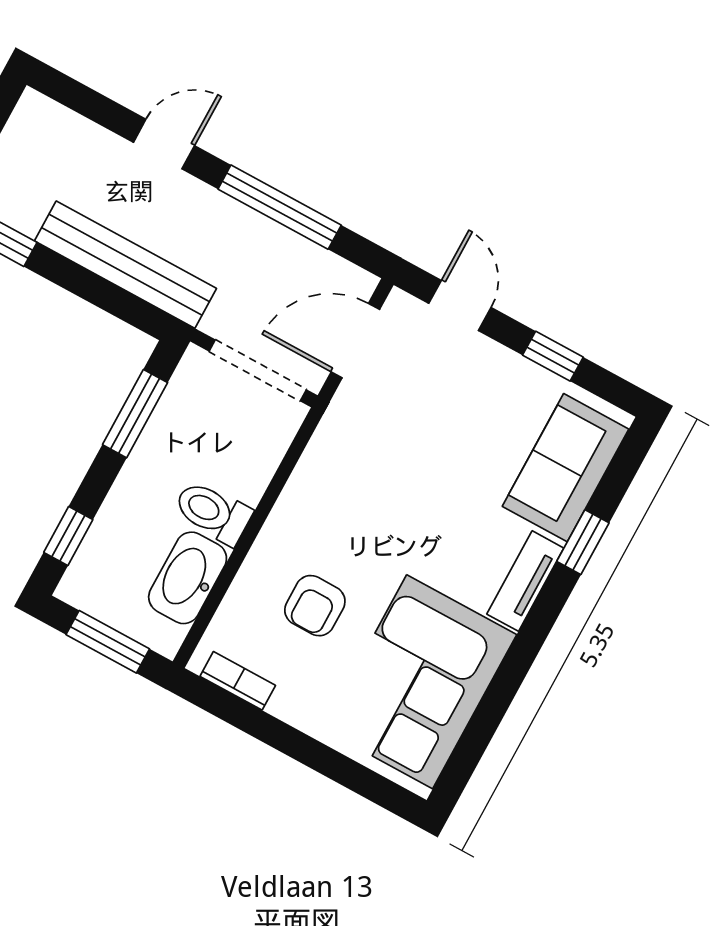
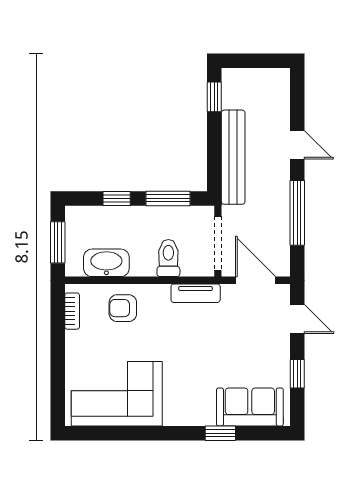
door: (460, 305) -> (297, 319), hinge flipped
toilet: (213, 512) -> (168, 258), moved
window: (68, 536) -> (117, 198), moved
tv unit: (525, 581) -> (196, 293), moved, turned 180
armchair: (315, 606) -> (123, 308), moved

